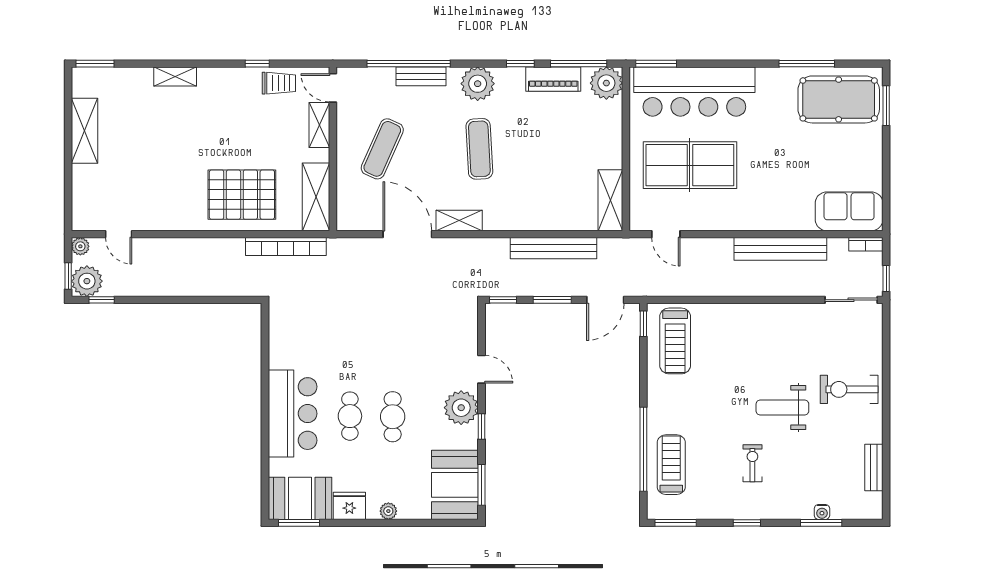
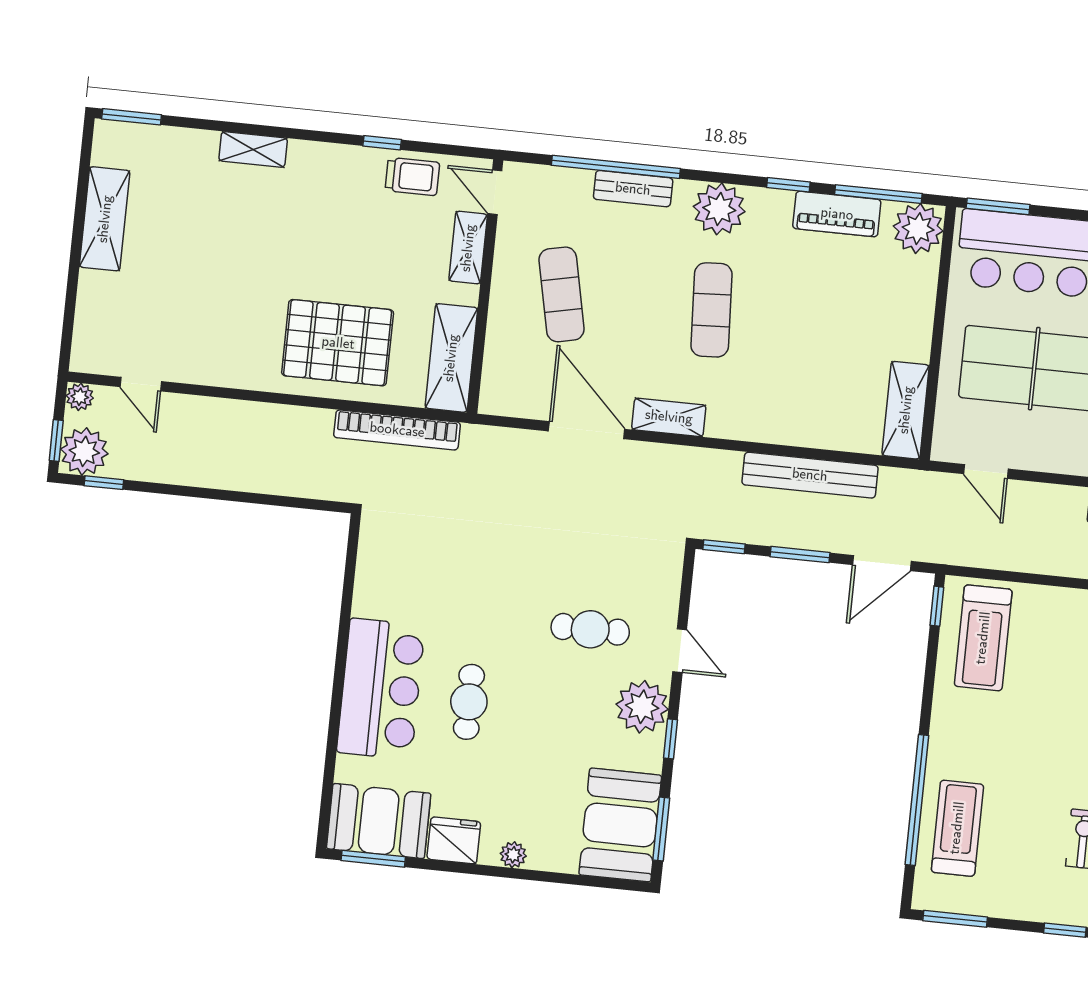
exercise mat: (382, 149) -> (562, 294), turned -36
cafe table: (393, 417) -> (590, 629), moved, turned 90

